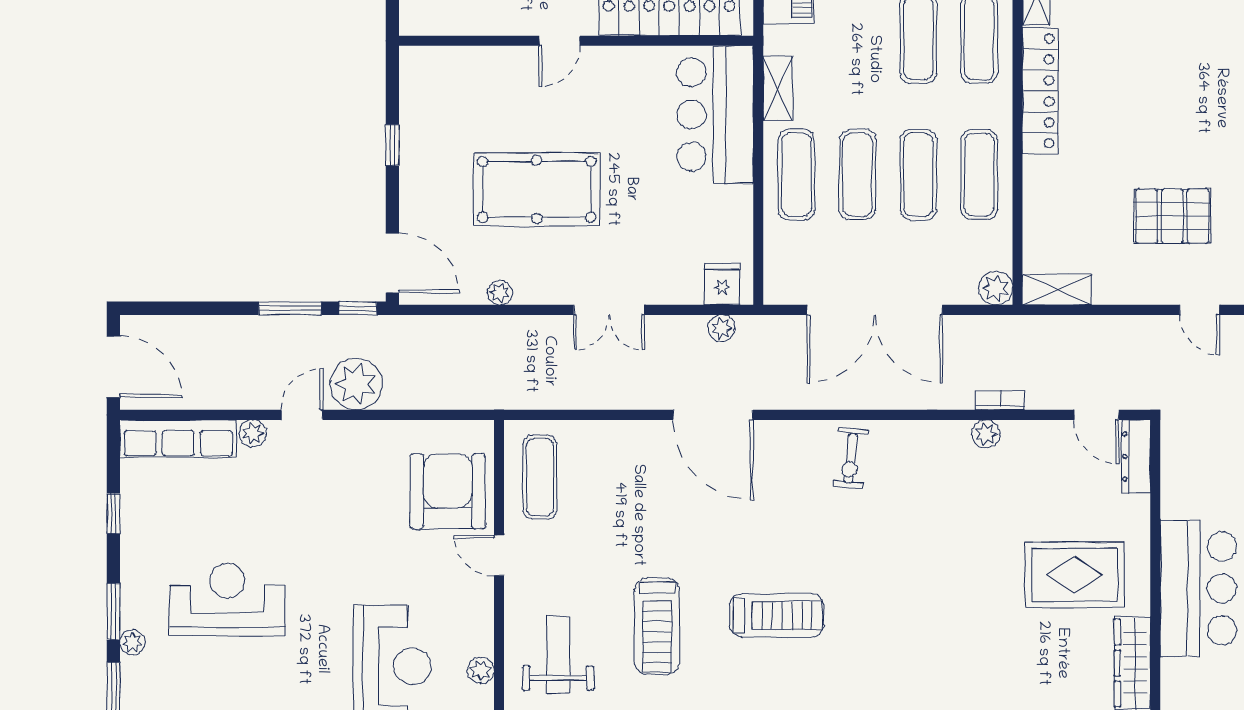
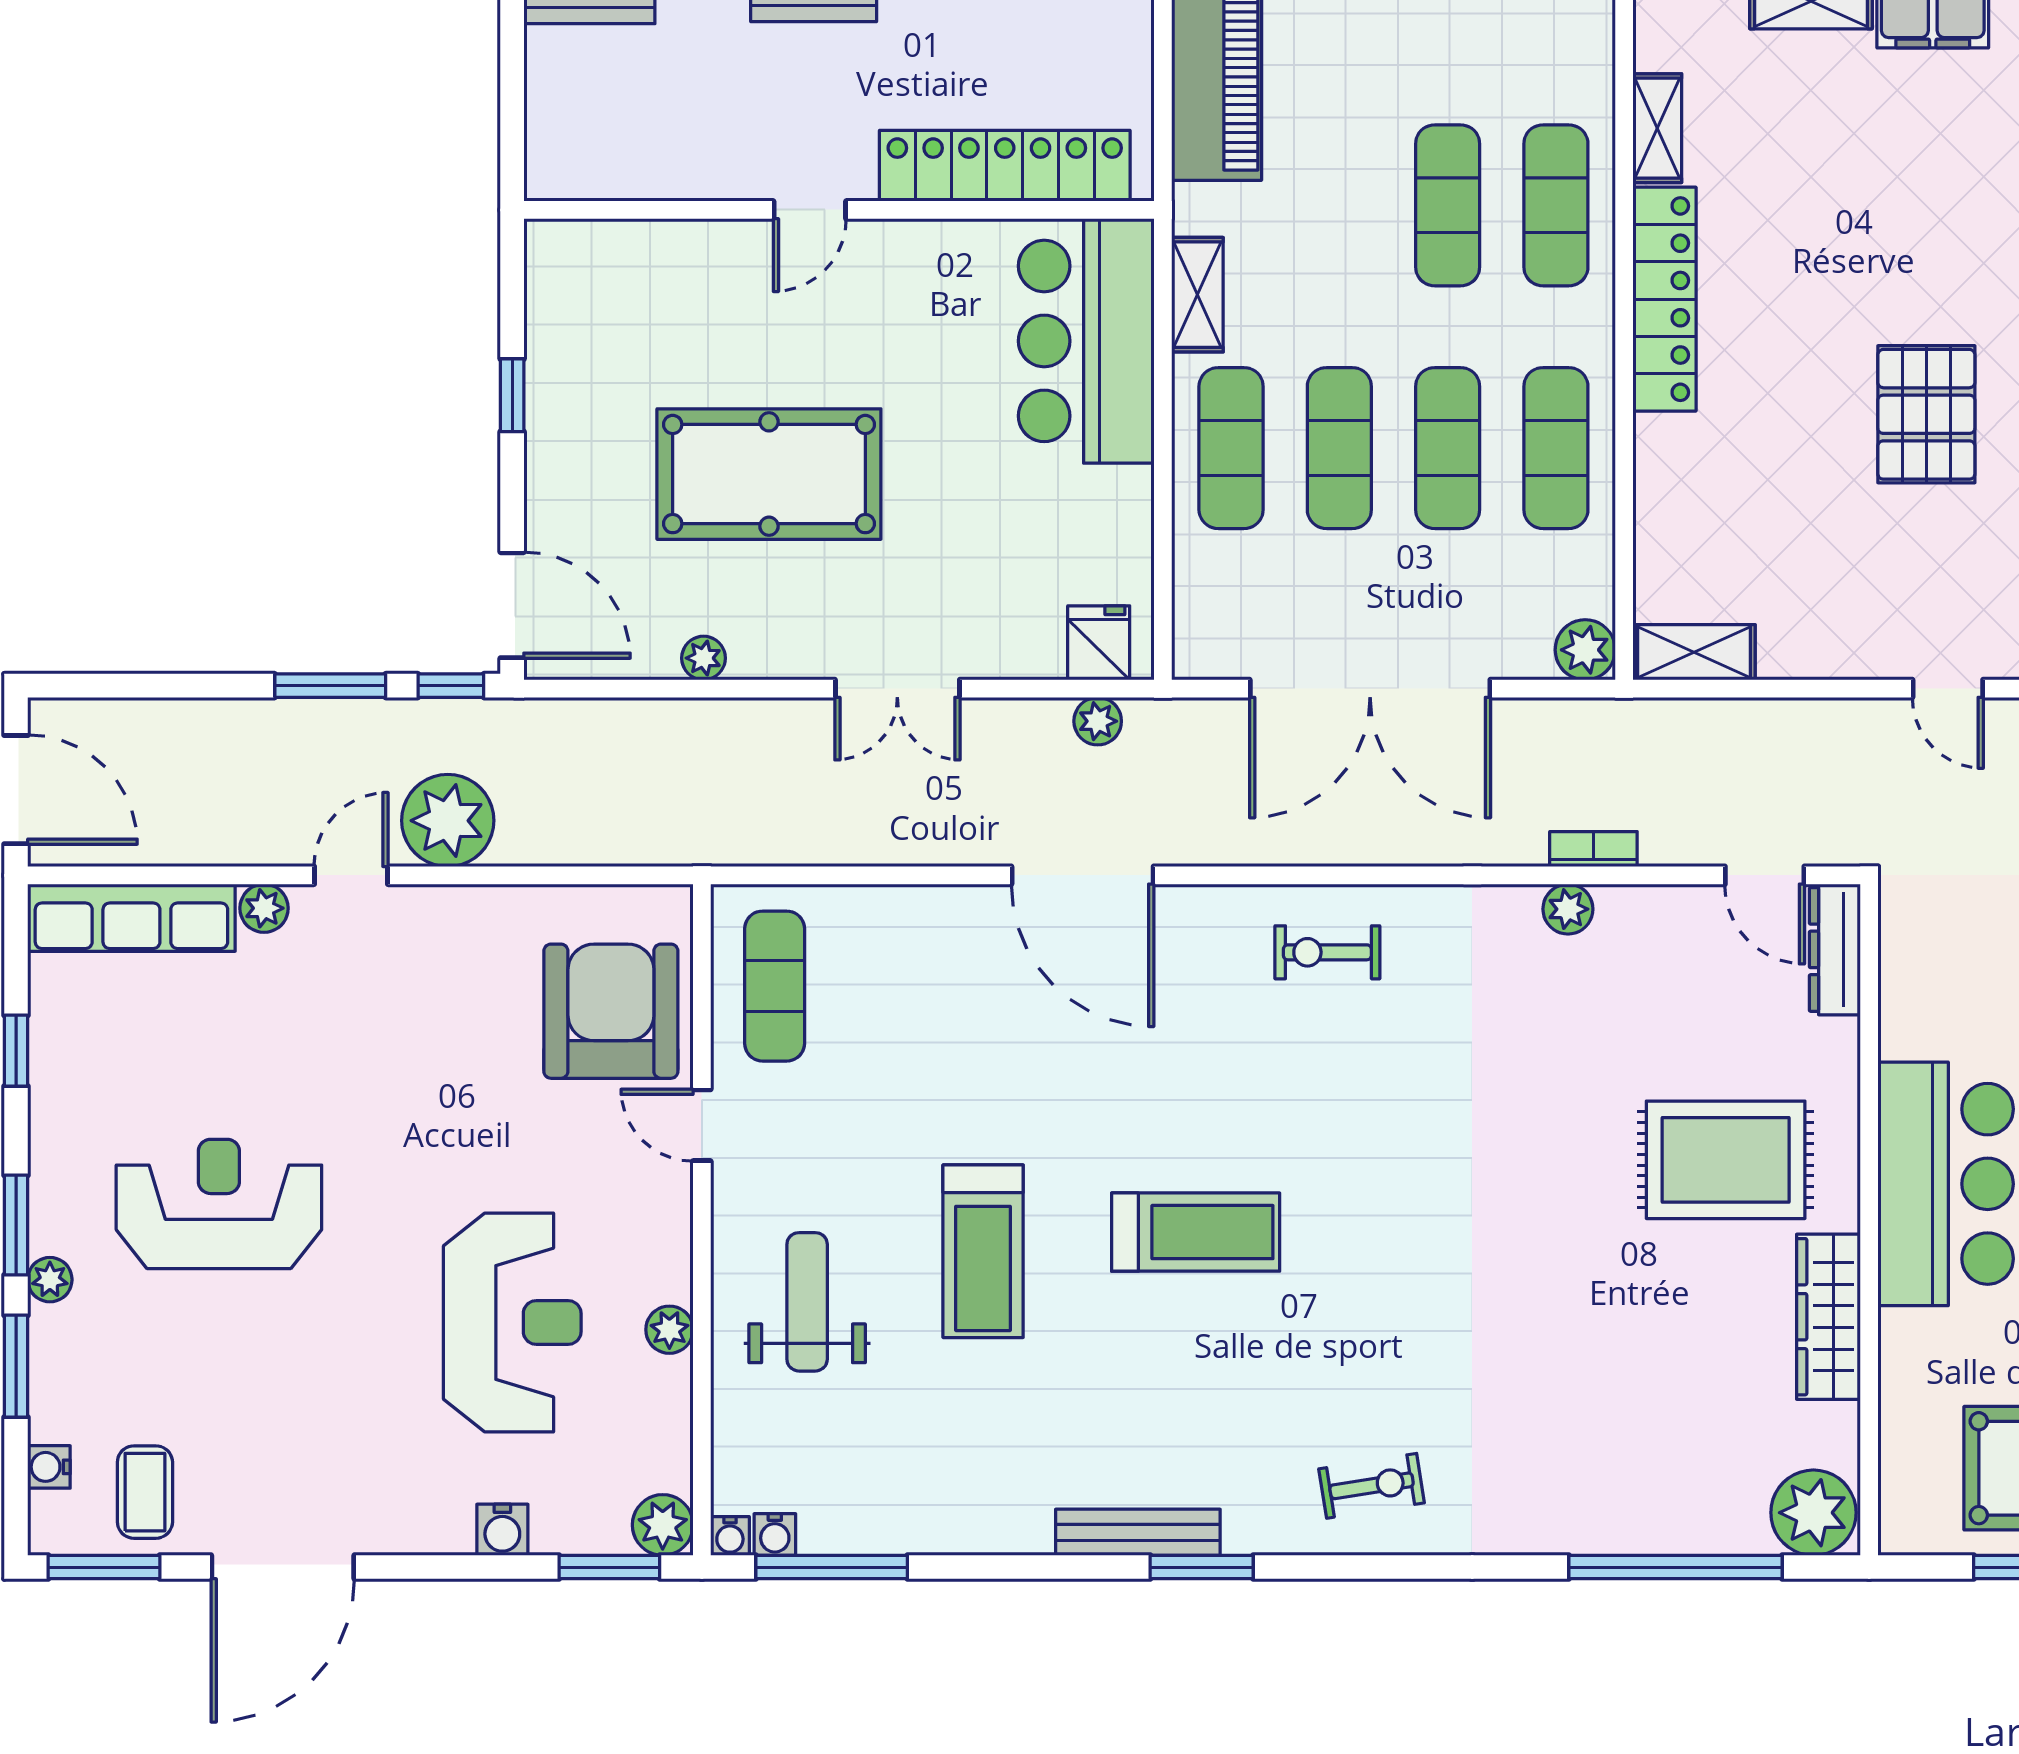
pallet: (1172, 216) -> (1926, 414), moved, turned 90
exercise bike: (851, 458) -> (1327, 952), turned 84

